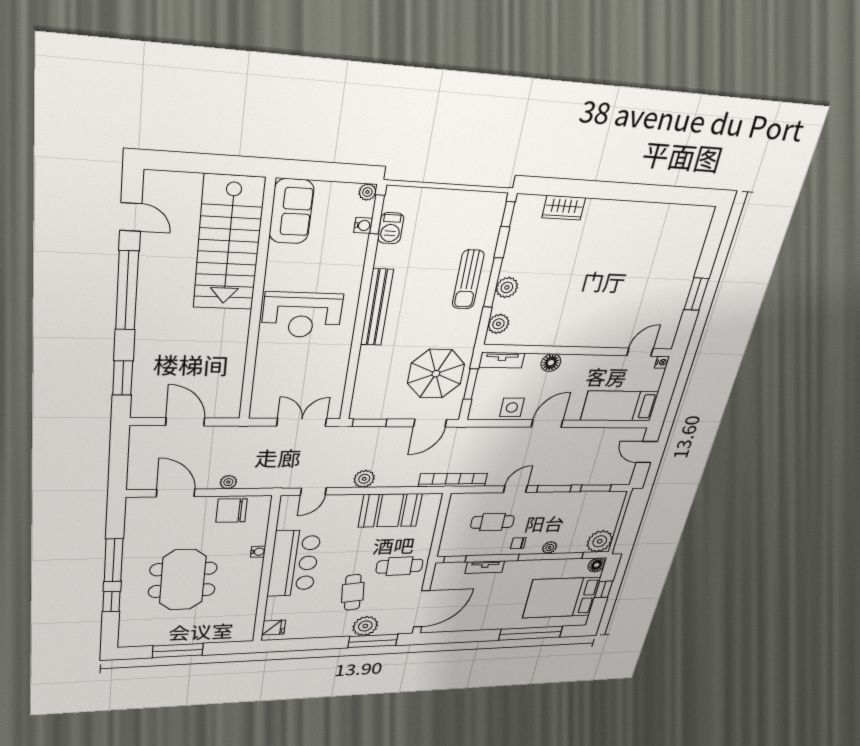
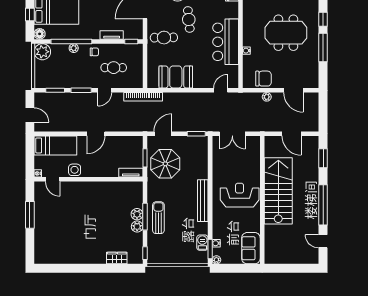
stairs: (229, 244) -> (278, 191), moved
window: (696, 294) -> (30, 215), width x1.44
plant: (498, 324) -> (137, 227), moved
door: (640, 352) -> (53, 179), hinge flipped
floor lamp: (551, 363) -> (103, 172), removed
side table: (512, 407) -> (75, 170), moved
plant: (364, 479) -> (194, 98), removed
meeting table: (183, 580) -> (286, 33), turned 90

